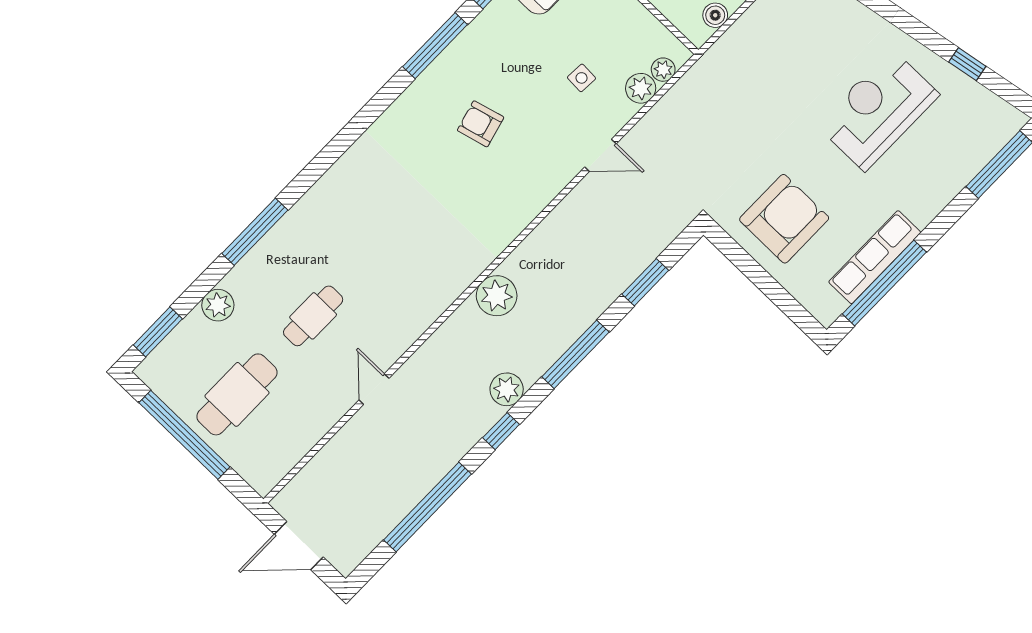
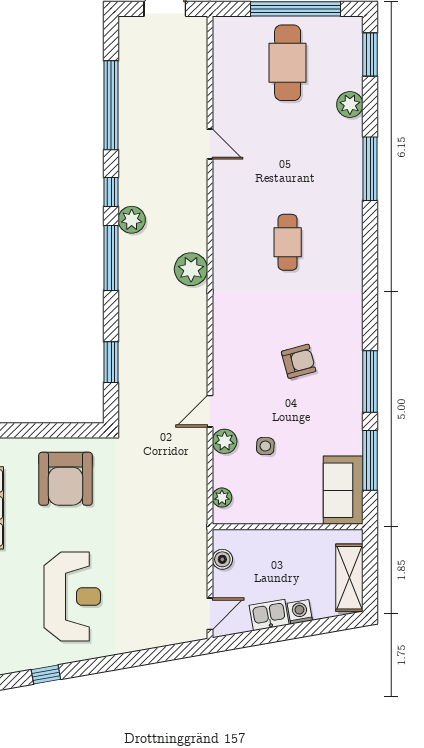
plant: (641, 88) -> (225, 441), moved
cafe table: (313, 316) -> (288, 242), moved
window: (575, 354) -> (111, 258), moved

